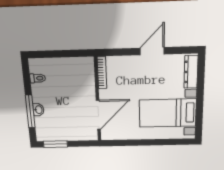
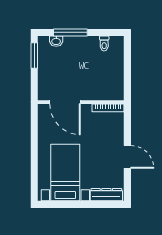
washbasin: (38, 110) -> (56, 41), moved

